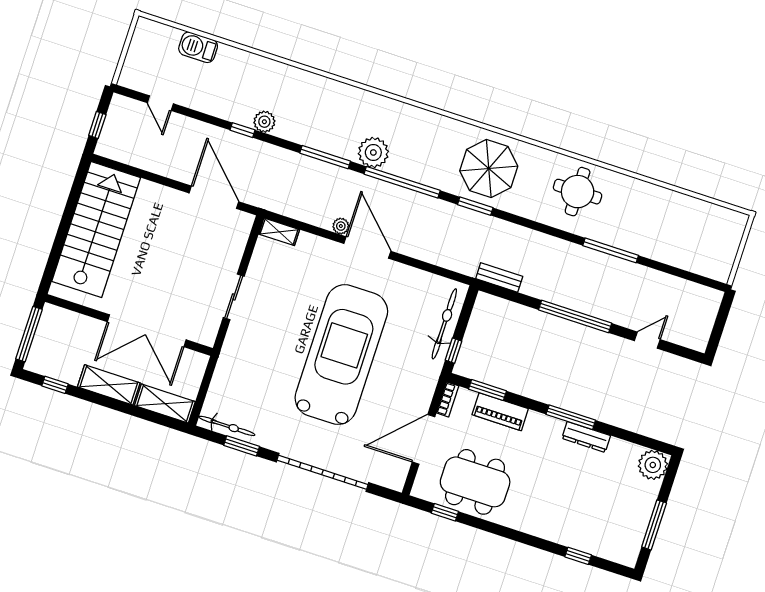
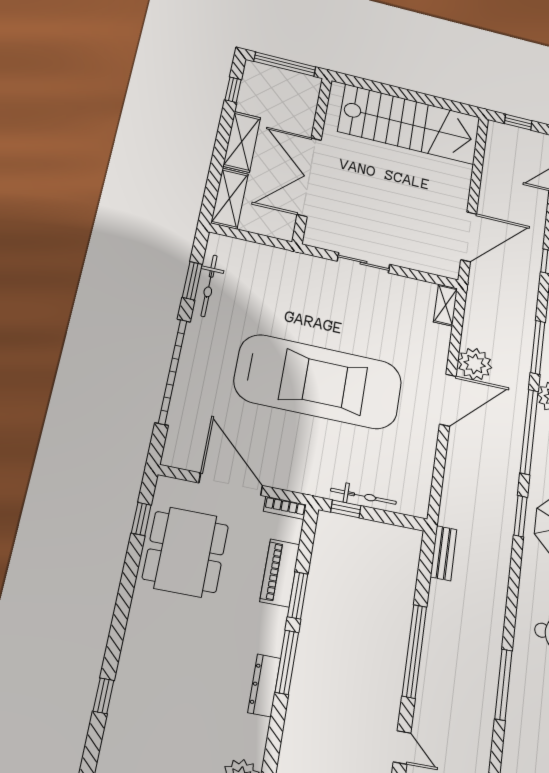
plant: (341, 226) -> (475, 364), width x1.88, depth x1.88
bicycle: (444, 324) -> (364, 496), width x0.73, depth x0.71
window: (487, 390) -> (298, 595), moved
bicycle: (227, 426) -> (209, 286), moved

